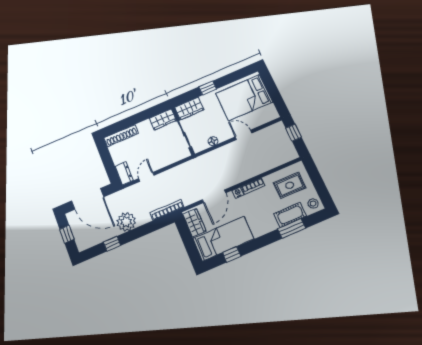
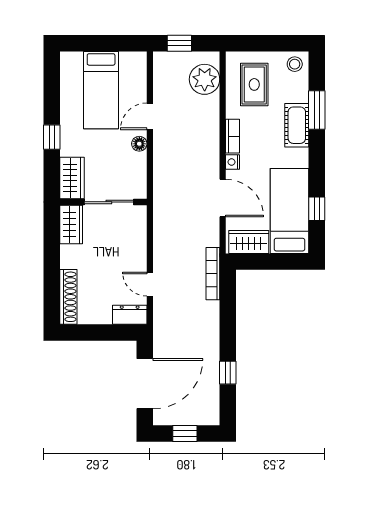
bed: (244, 98) -> (101, 90), width x0.67
floor lamp: (213, 141) -> (139, 144), moved
cot: (290, 215) -> (297, 125), moved
plant: (126, 222) -> (205, 79), moved

